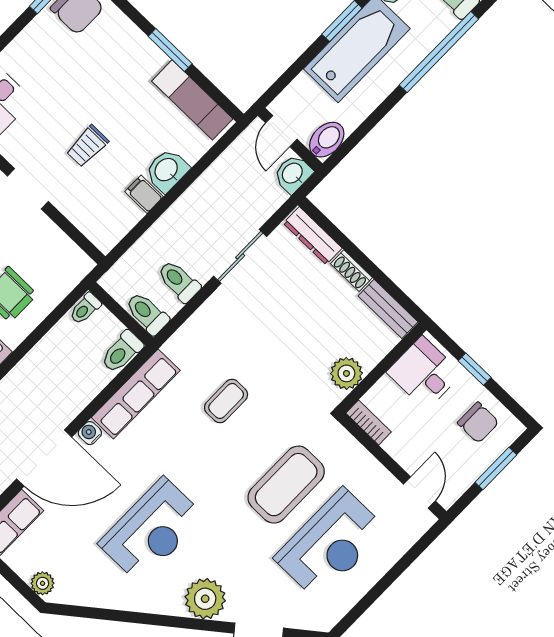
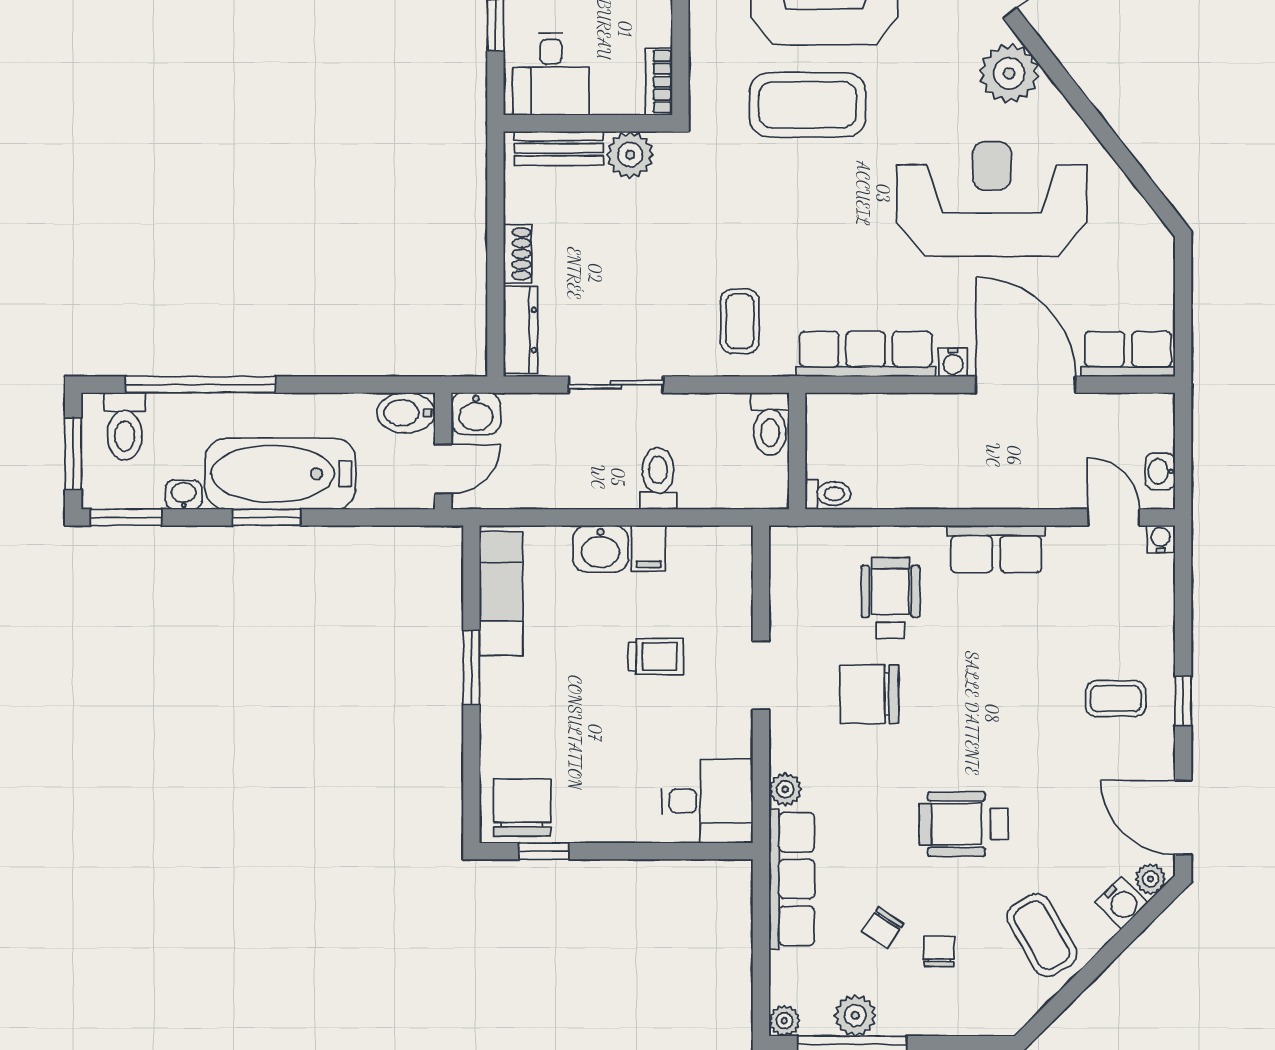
toilet: (179, 281) -> (658, 478), moved, turned 180
bench: (388, 309) -> (559, 148), moved, turned 90
toilet: (122, 352) -> (836, 411), removed
coffee table: (226, 401) -> (740, 321), moved, turned 90
reception desk: (152, 530) -> (992, 199), width x1.36, depth x1.30
plant: (43, 583) -> (1158, 259), removed

